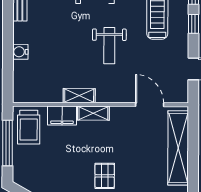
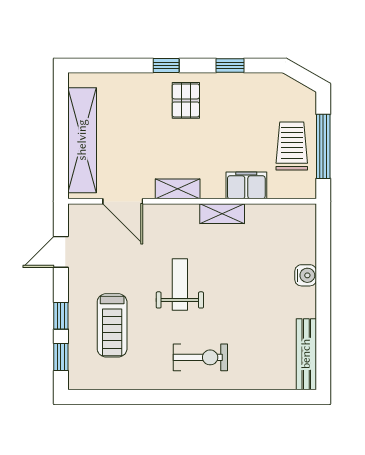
shelving: (93, 113) -> (178, 189), moved
trolley: (29, 127) -> (292, 146), moved

